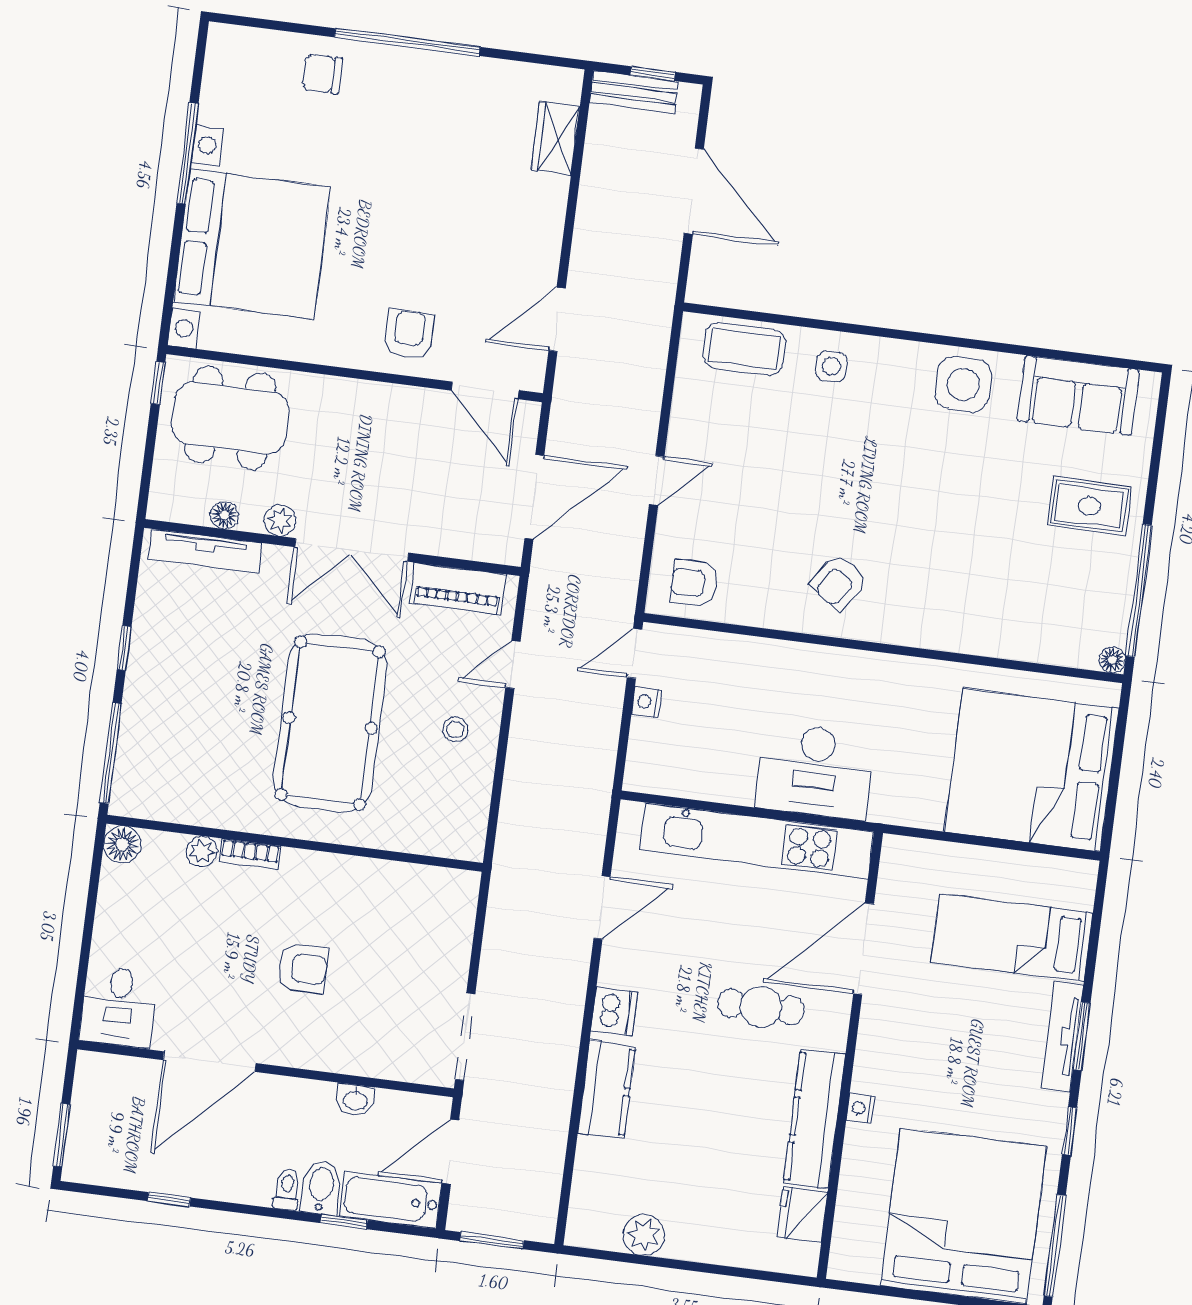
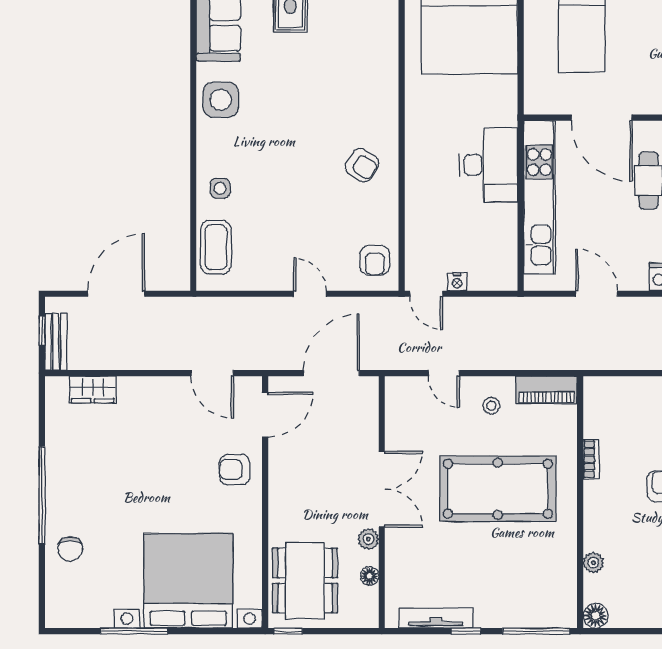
door: (534, 497) -> (331, 373), hinge flipped
tv unit: (205, 551) -> (436, 618), moved, turned -90
piano: (458, 589) -> (547, 390), moved, turned 90
bookcase: (250, 854) -> (591, 459), moved

